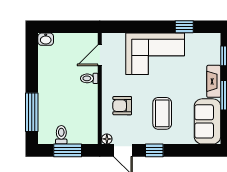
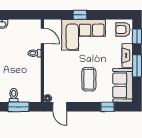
window: (184, 27) -> (80, 15), moved
door: (100, 55) -> (42, 36), swing flipped
armchair: (122, 106) -> (123, 30), moved
window: (154, 150) -> (107, 107), moved

